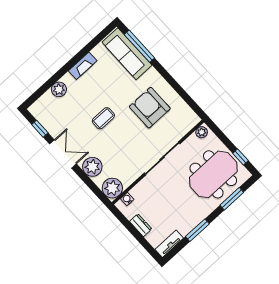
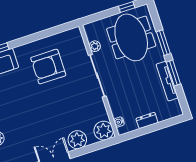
coffee table: (103, 118) -> (39, 111), removed
plant: (202, 132) -> (95, 46), moved
window: (232, 199) -> (163, 43), moved
tv unit: (169, 244) -> (167, 81), moved, width x1.41

